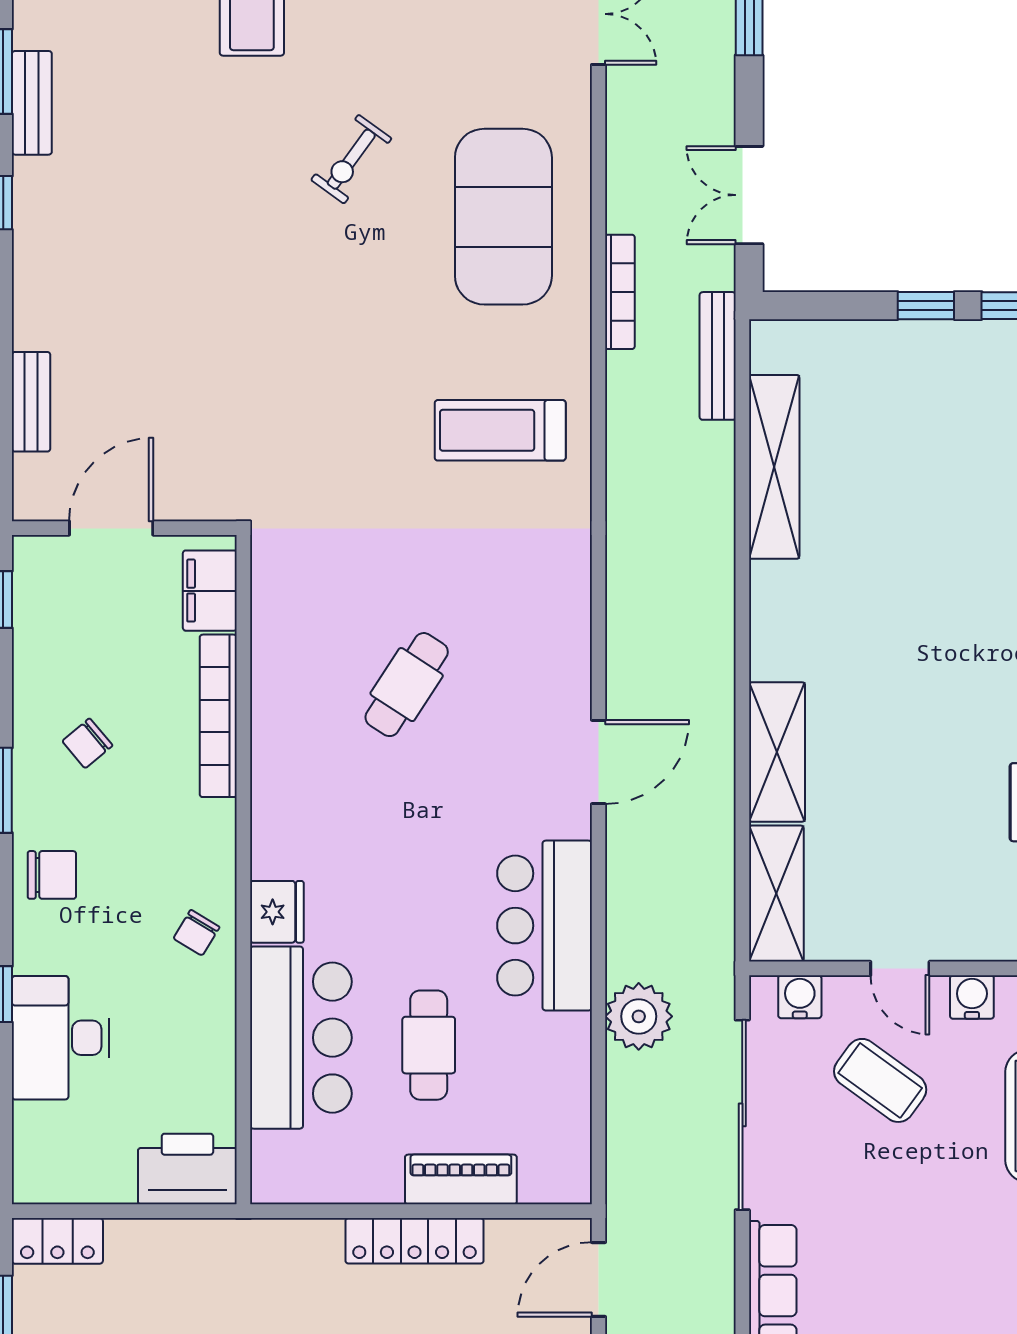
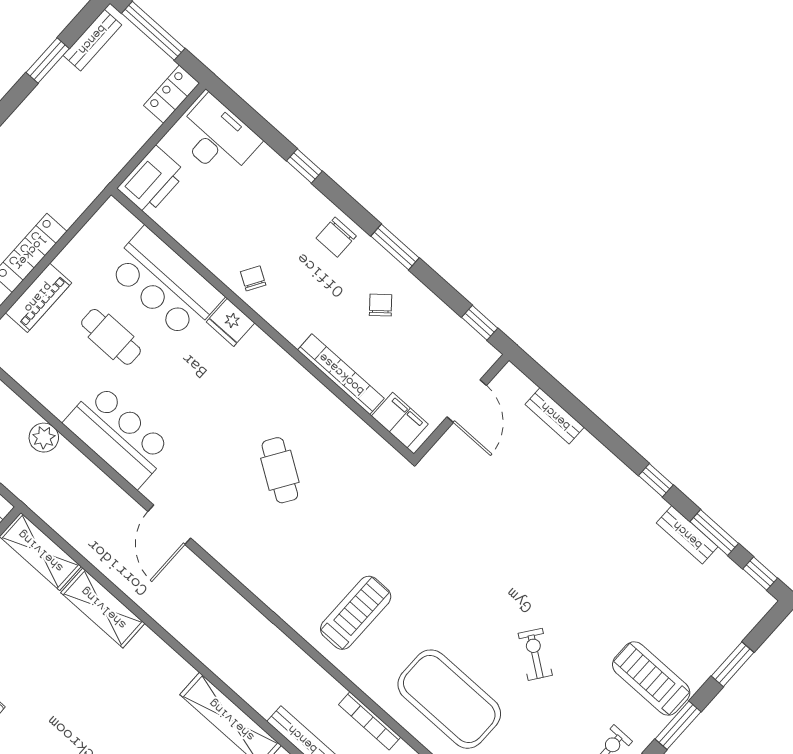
plant: (639, 1016) -> (44, 438), width x0.73, depth x0.73
desk: (61, 1038) -> (217, 138), moved

